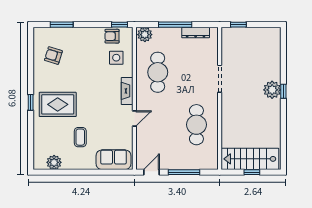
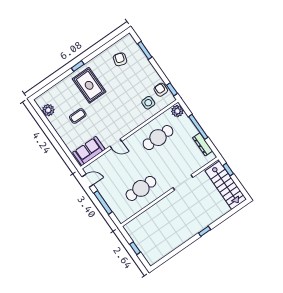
plant: (272, 90) -> (200, 223), removed
fireplace: (127, 91) -> (131, 126), removed
stairs: (250, 159) -> (226, 185), moved, turned 180
sofa: (113, 160) -> (89, 151), moved, turned -90

